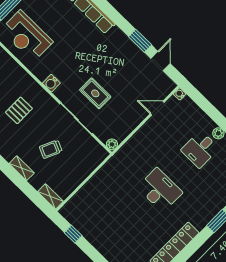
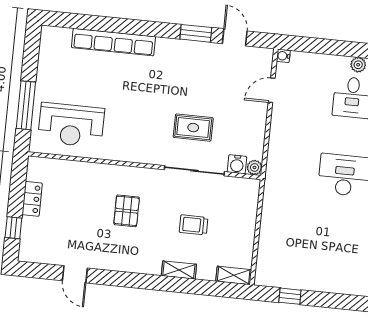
water cooler: (51, 83) -> (237, 164), moved
trolley: (51, 149) -> (194, 225), turned 66

